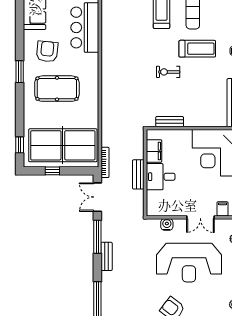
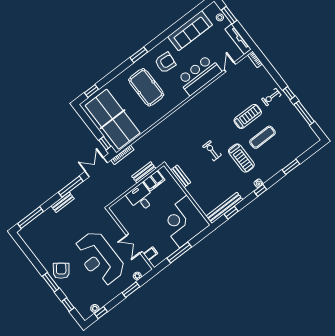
window: (52, 171) -> (105, 143), moved
bench: (138, 174) -> (144, 172), moved
water cooler: (167, 224) -> (113, 225), removed

